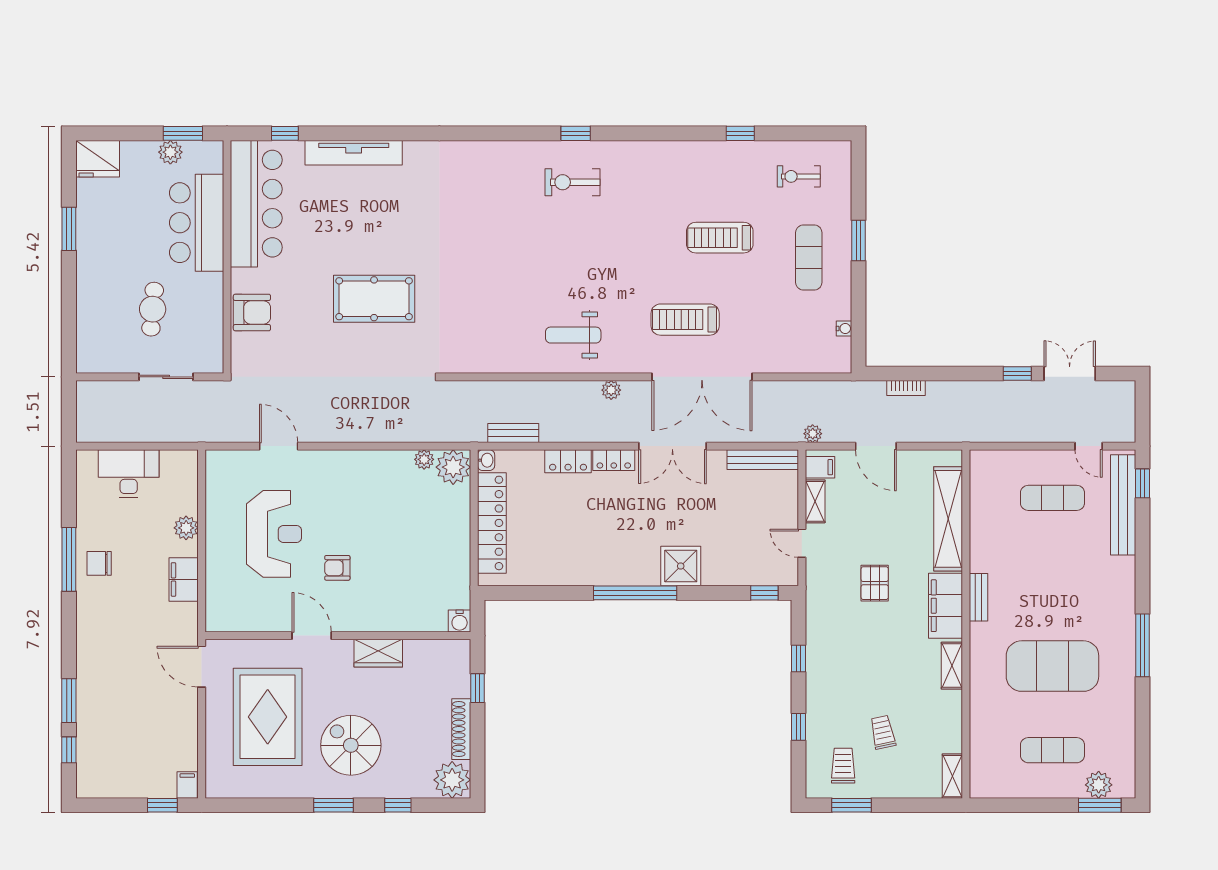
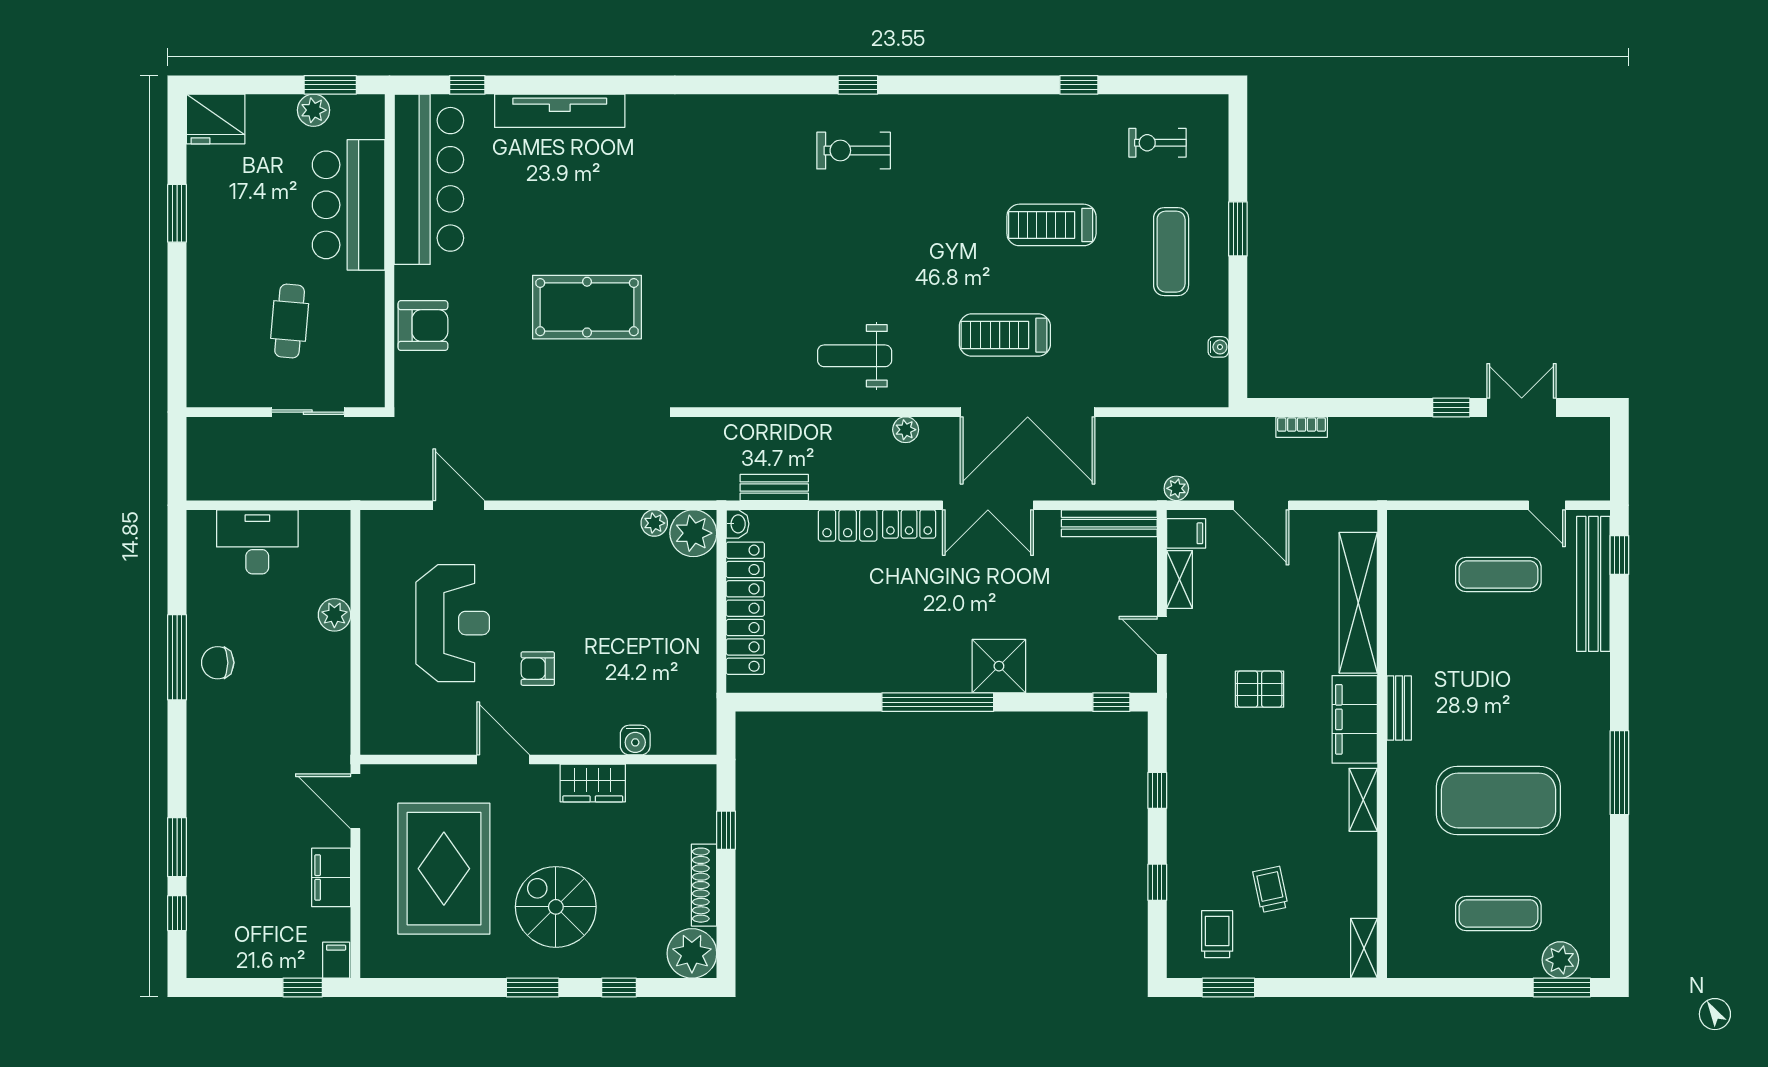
filing cabinet: (184, 579) -> (331, 877), moved
pallet: (875, 583) -> (1260, 689), turned 90
water cooler: (460, 621) -> (635, 740), moved

